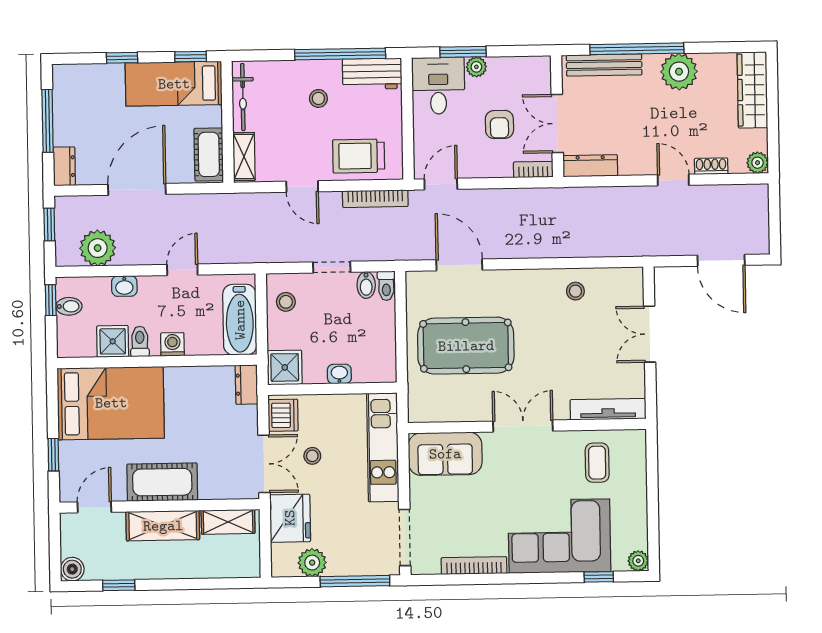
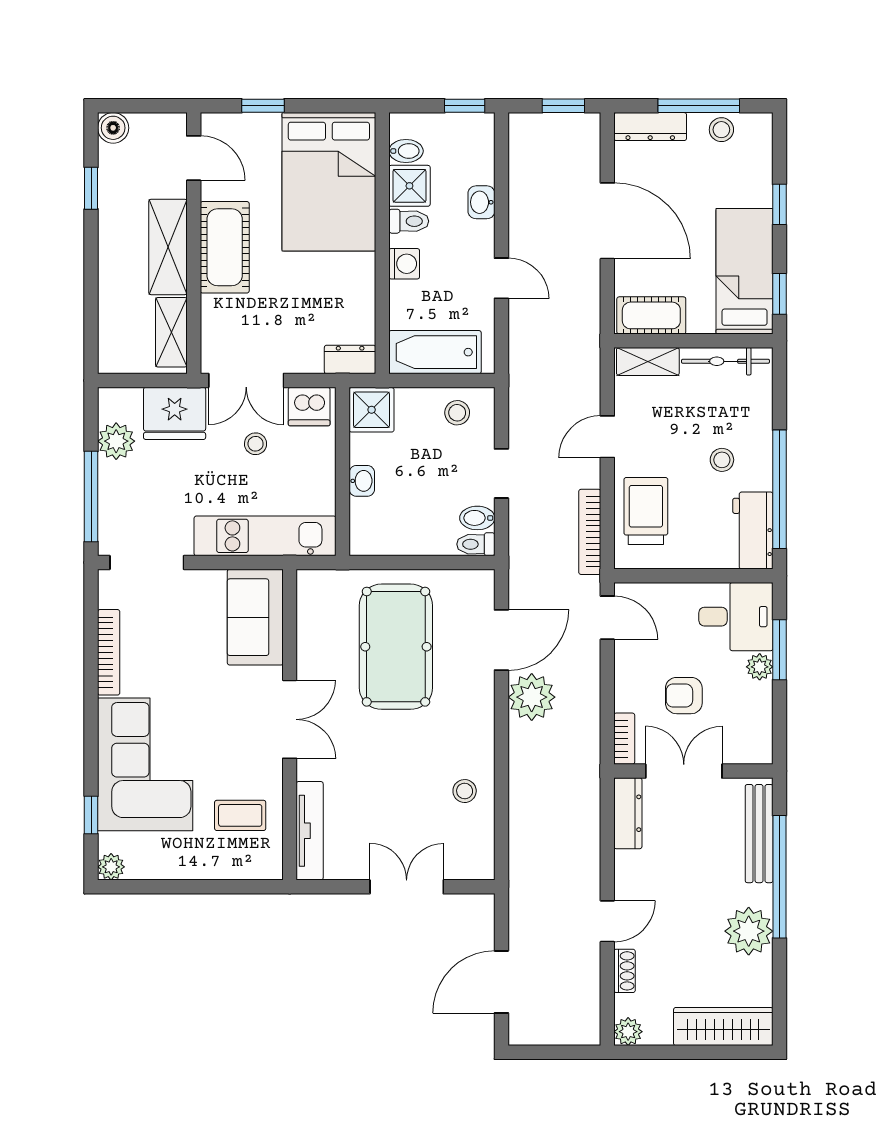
stool: (66, 103) -> (721, 130), added
dresser: (64, 166) -> (650, 127), width x1.44
plant: (98, 248) -> (532, 697), moved
bidet: (69, 306) -> (406, 151), moved, turned -90

